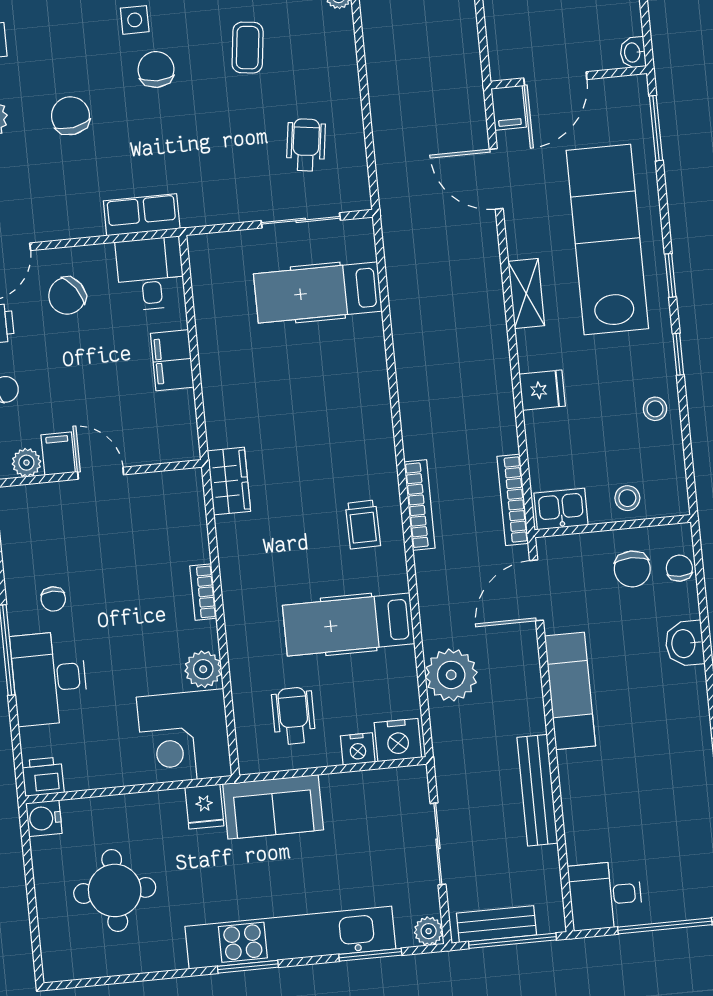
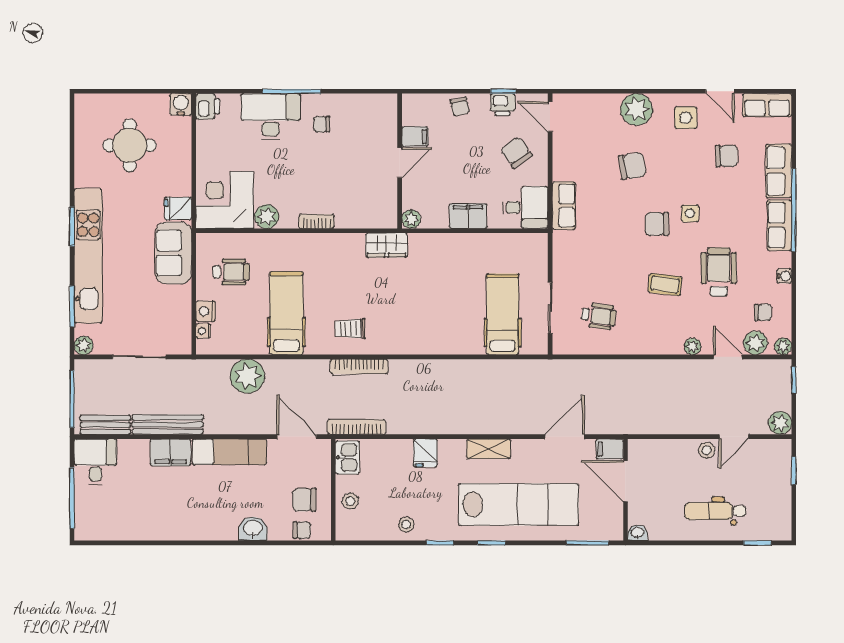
chair: (156, 69) -> (657, 224), turned 180
plant: (26, 463) -> (411, 219), moved
nightstand: (398, 740) -> (203, 331), width x0.53, depth x0.56
filing cabinet: (580, 781) -> (171, 452), added
bench: (497, 924) -> (105, 425), moved, turned 90

